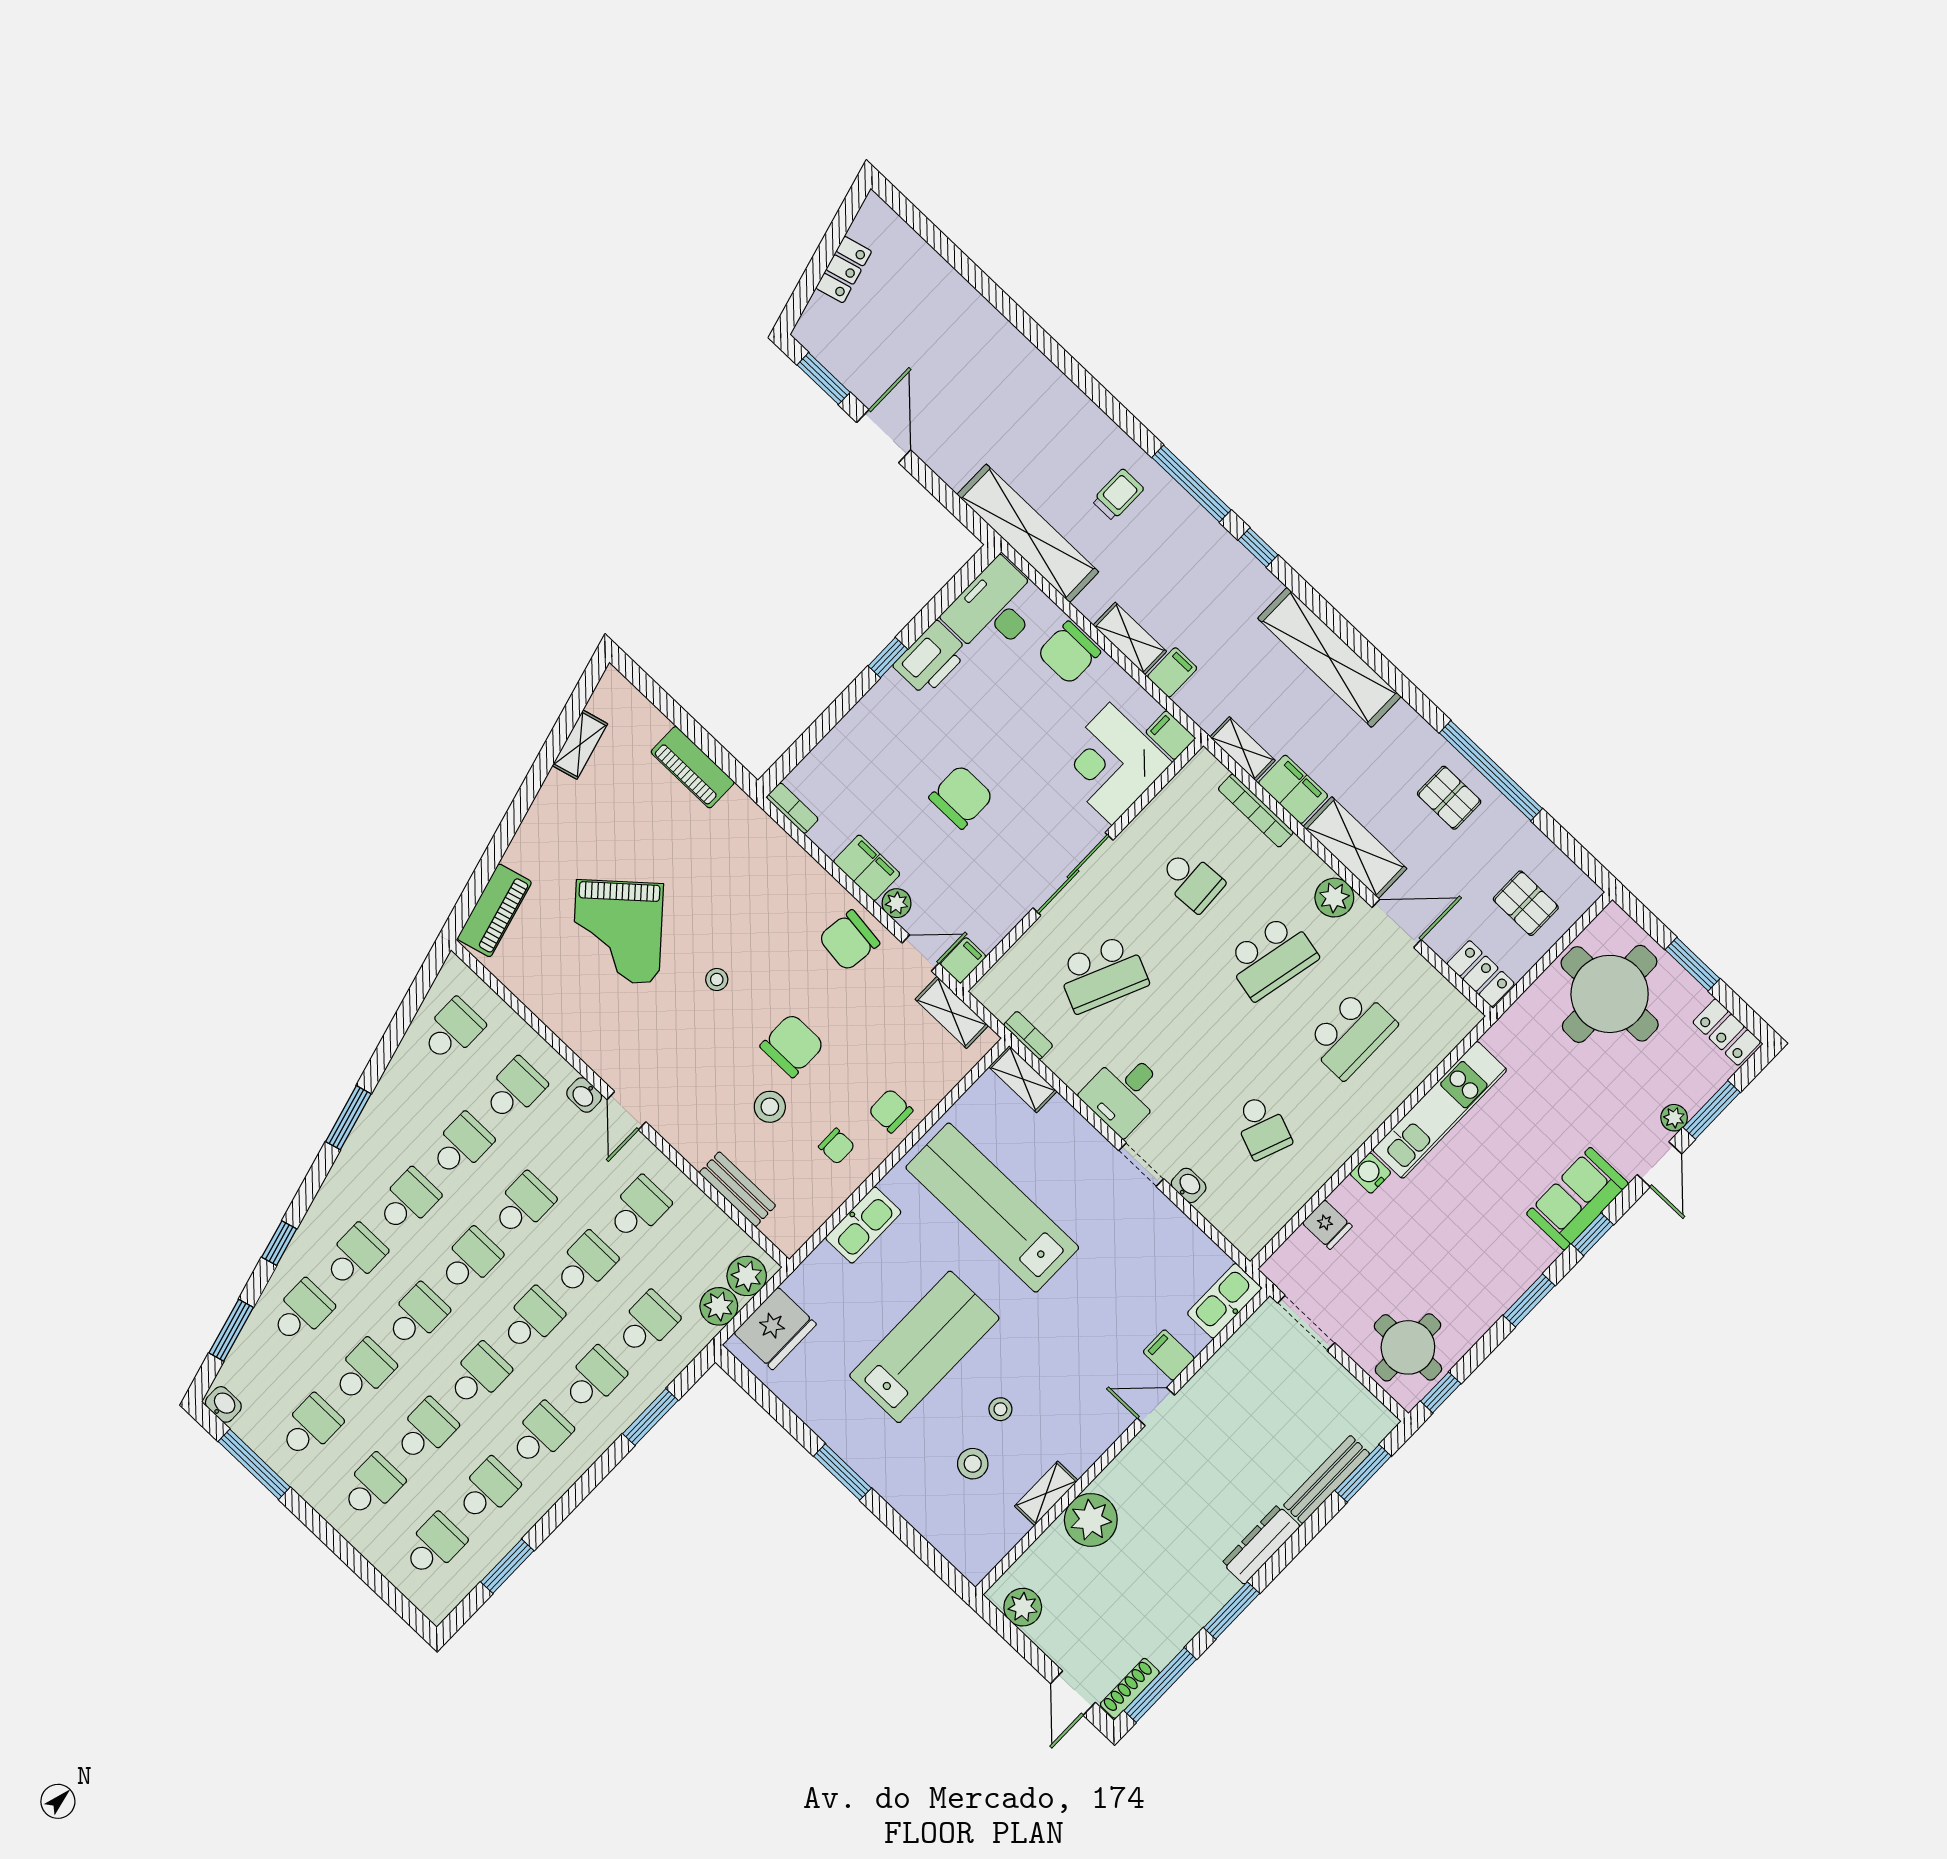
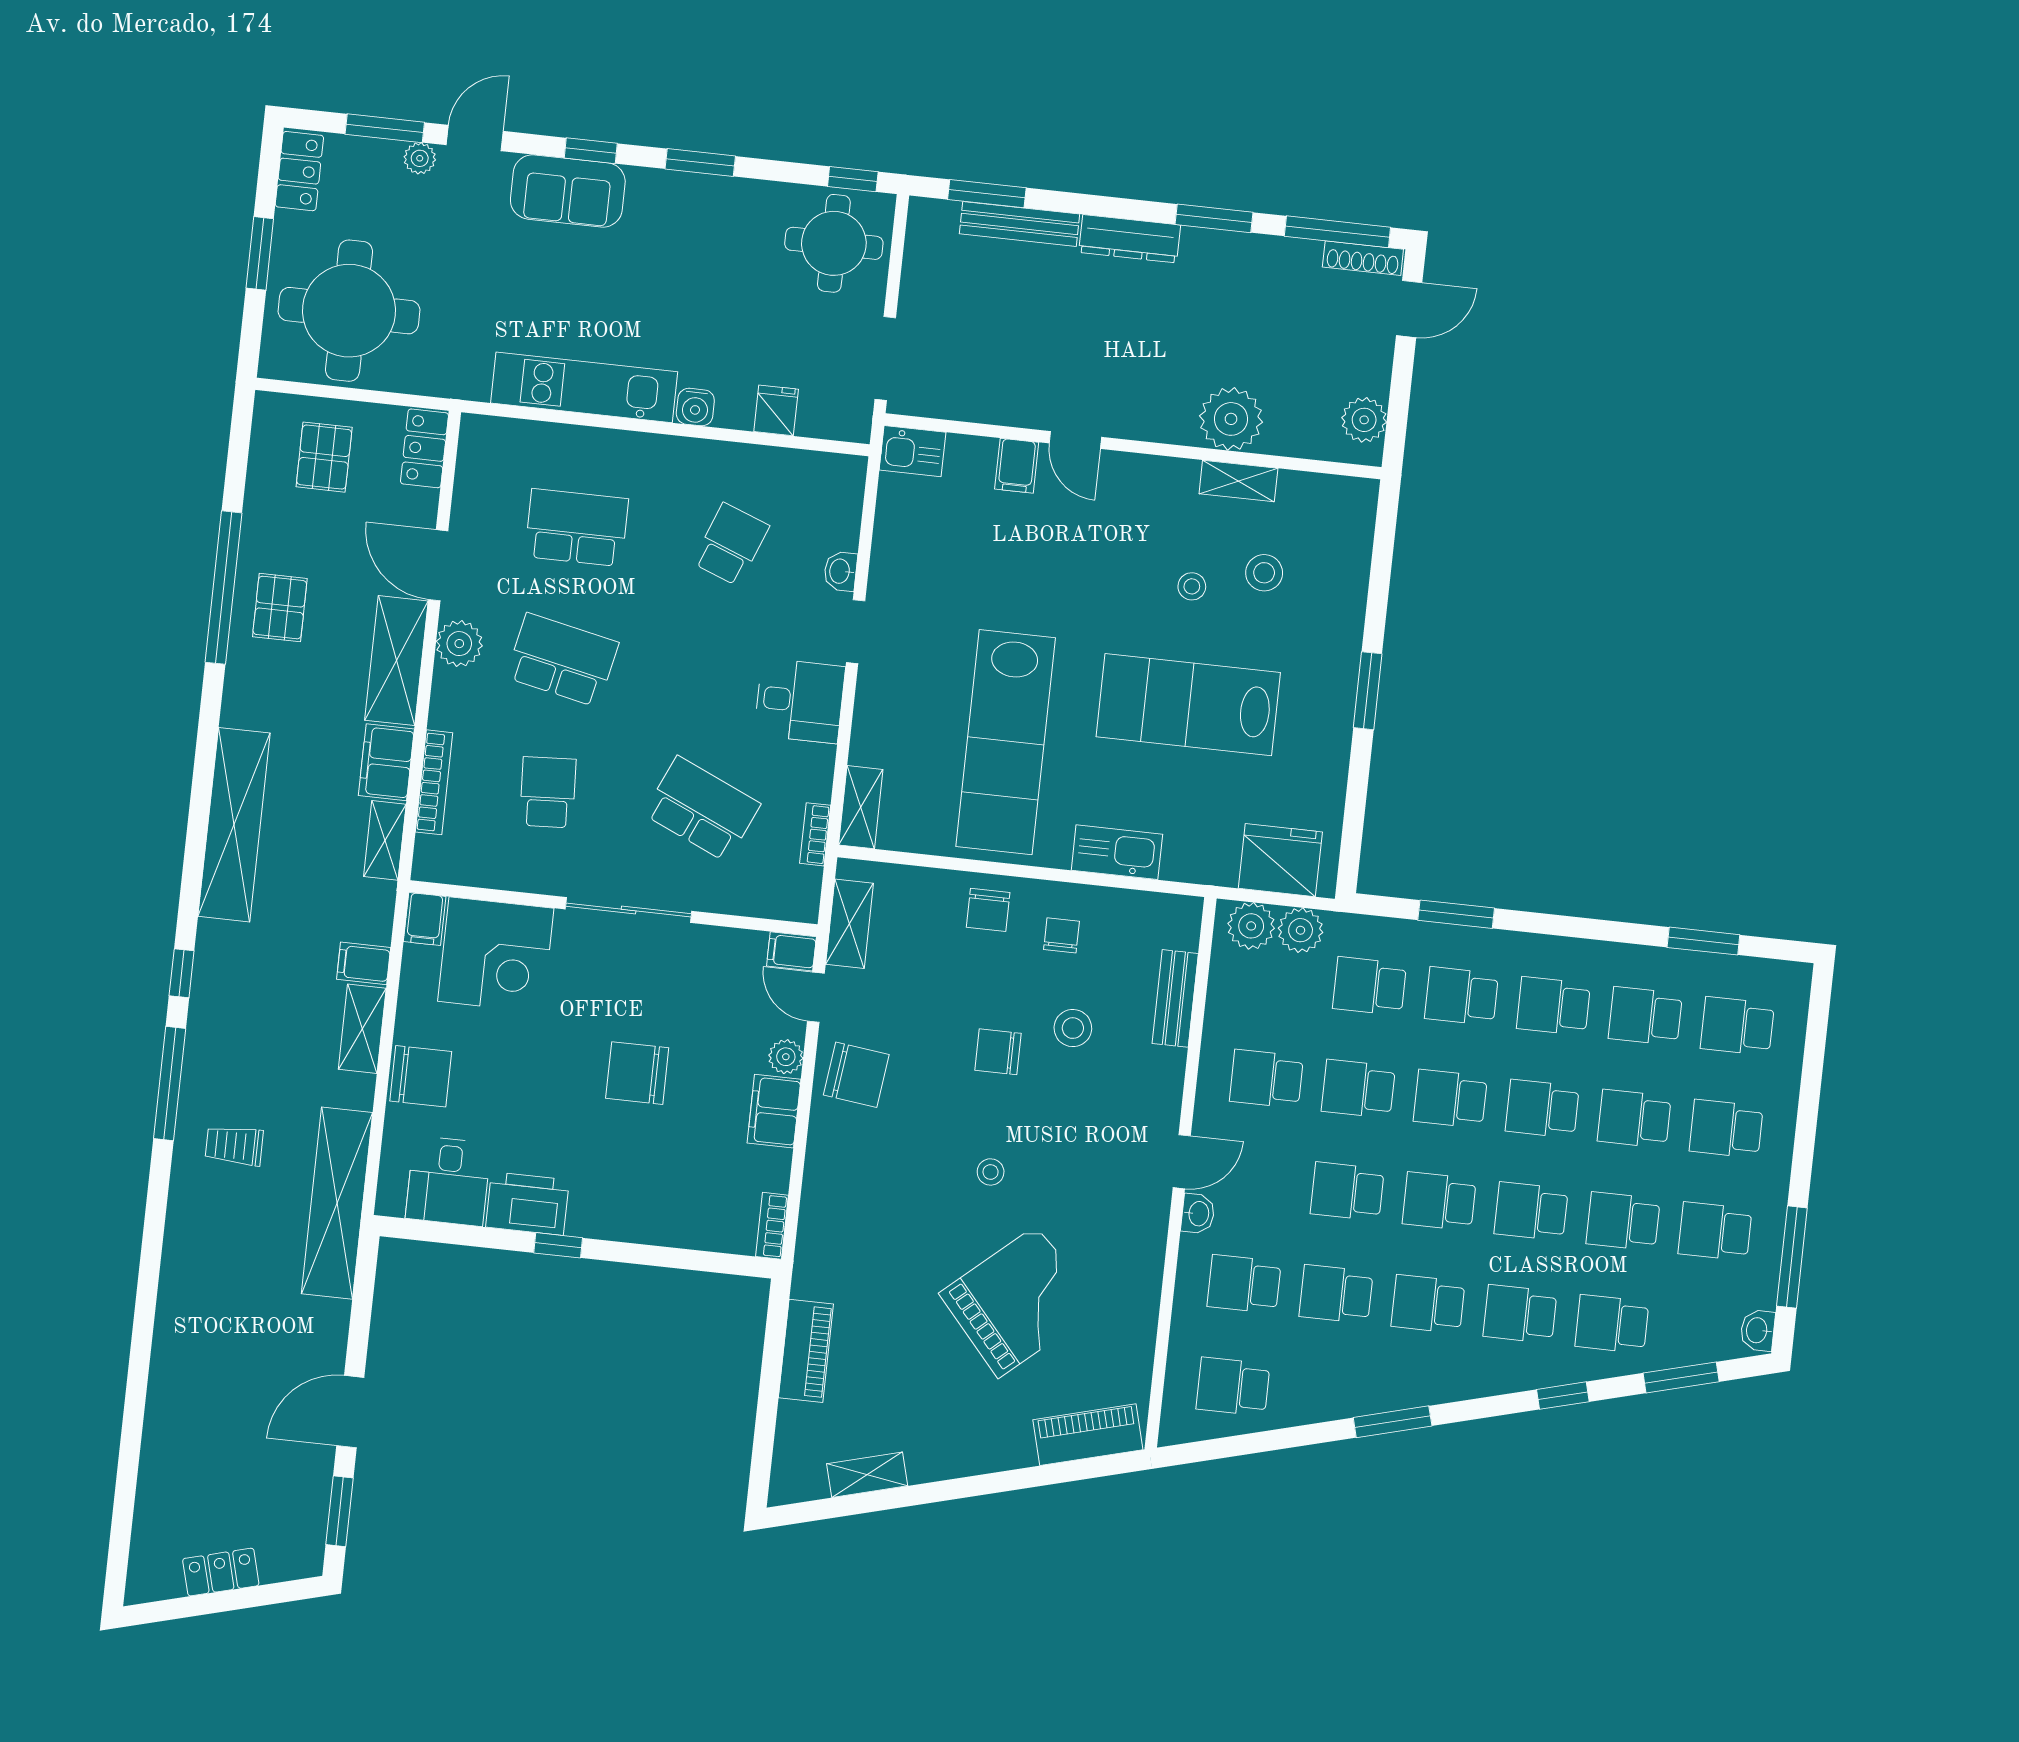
desk: (994, 609) -> (448, 1181), width x0.73
chair: (792, 1045) -> (998, 1052), width x0.73, depth x0.73
kitchen sink: (1224, 1301) -> (913, 451), width x0.73

